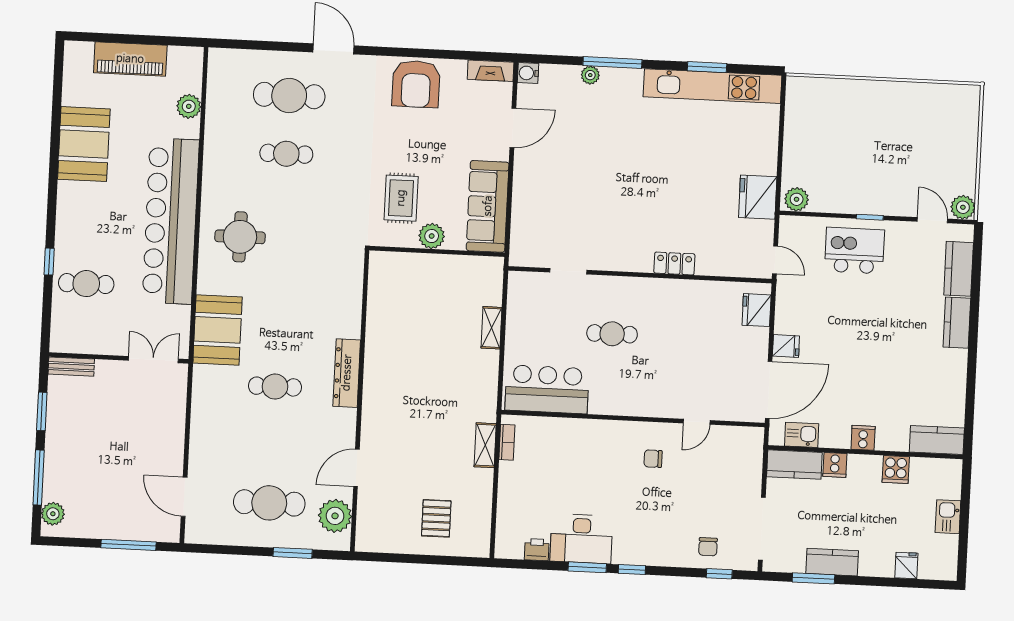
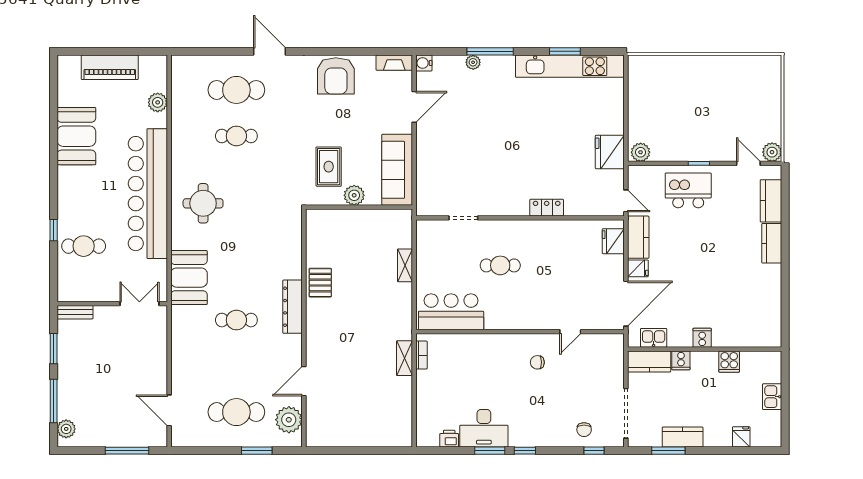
kitchen counter: (937, 440) -> (638, 237), moved, turned 90
pallet: (436, 518) -> (320, 283), moved

